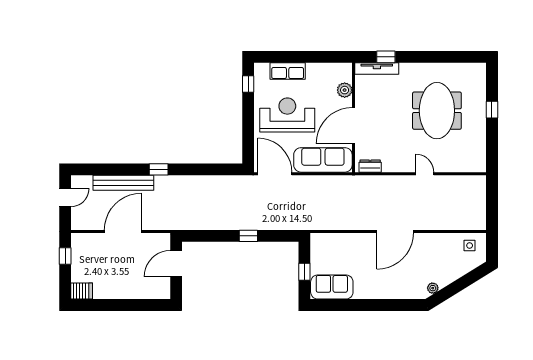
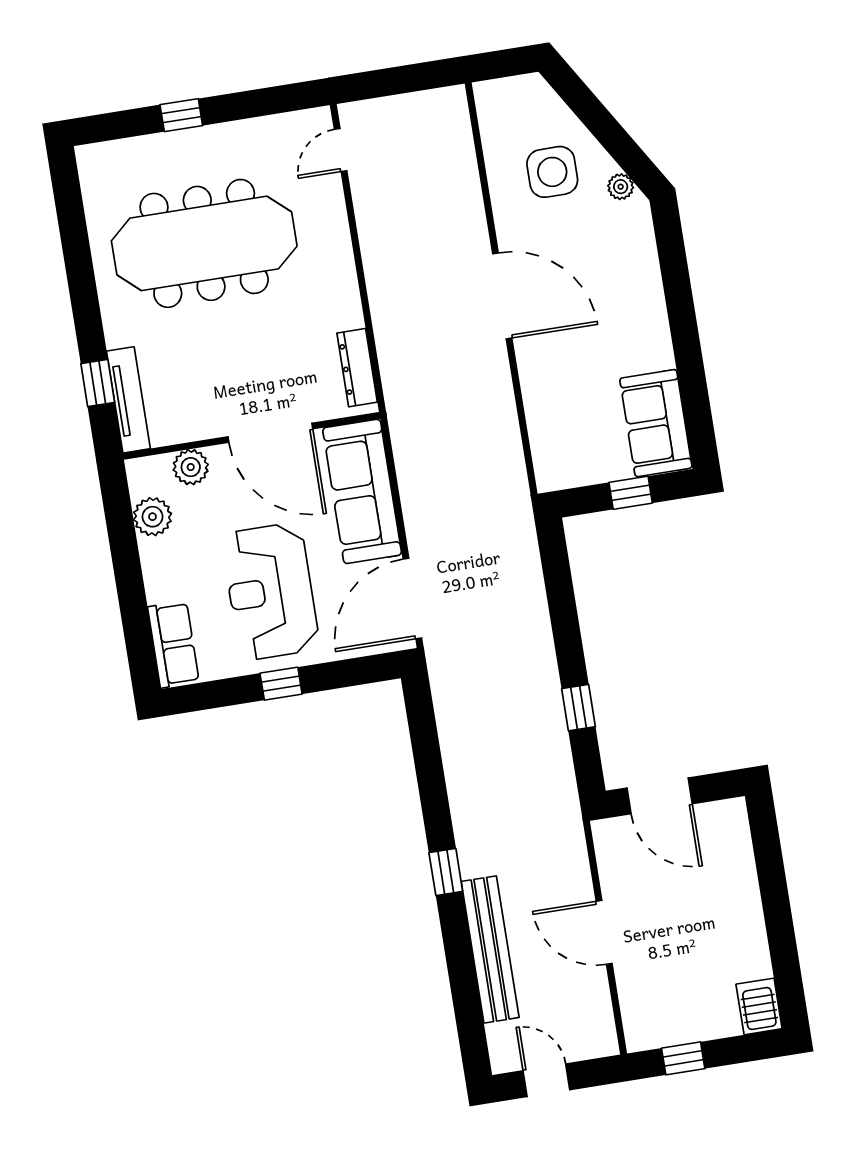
row of seats: (288, 71) -> (173, 644), moved
plant: (326, 71) -> (152, 517), added
window: (248, 84) -> (281, 684), moved
meeting table: (437, 111) -> (204, 243), width x1.36
dresser: (370, 166) -> (357, 368), width x1.44
door: (425, 174) -> (341, 150), moved
door: (123, 231) -> (604, 932), width x0.73
window: (248, 236) -> (579, 708), moved
side table: (470, 245) -> (552, 172), moved, width x1.87, depth x1.87

